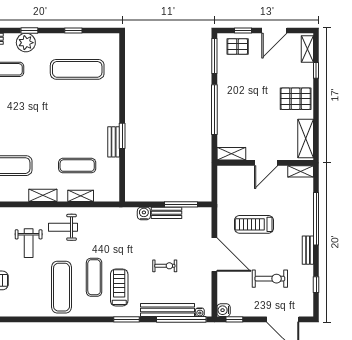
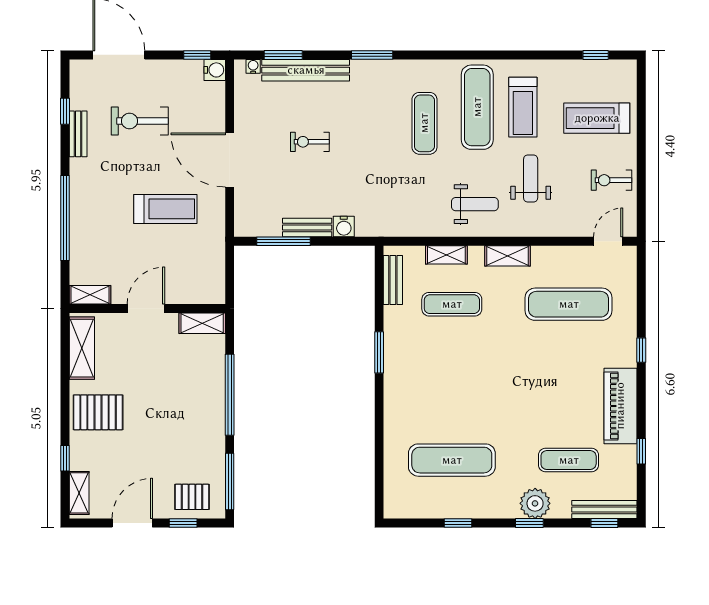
bench: (114, 142) -> (393, 280), moved
bench: (308, 250) -> (78, 134), moved
treadmill: (119, 287) -> (523, 107), moved
window: (181, 319) -> (283, 55), width x0.47

